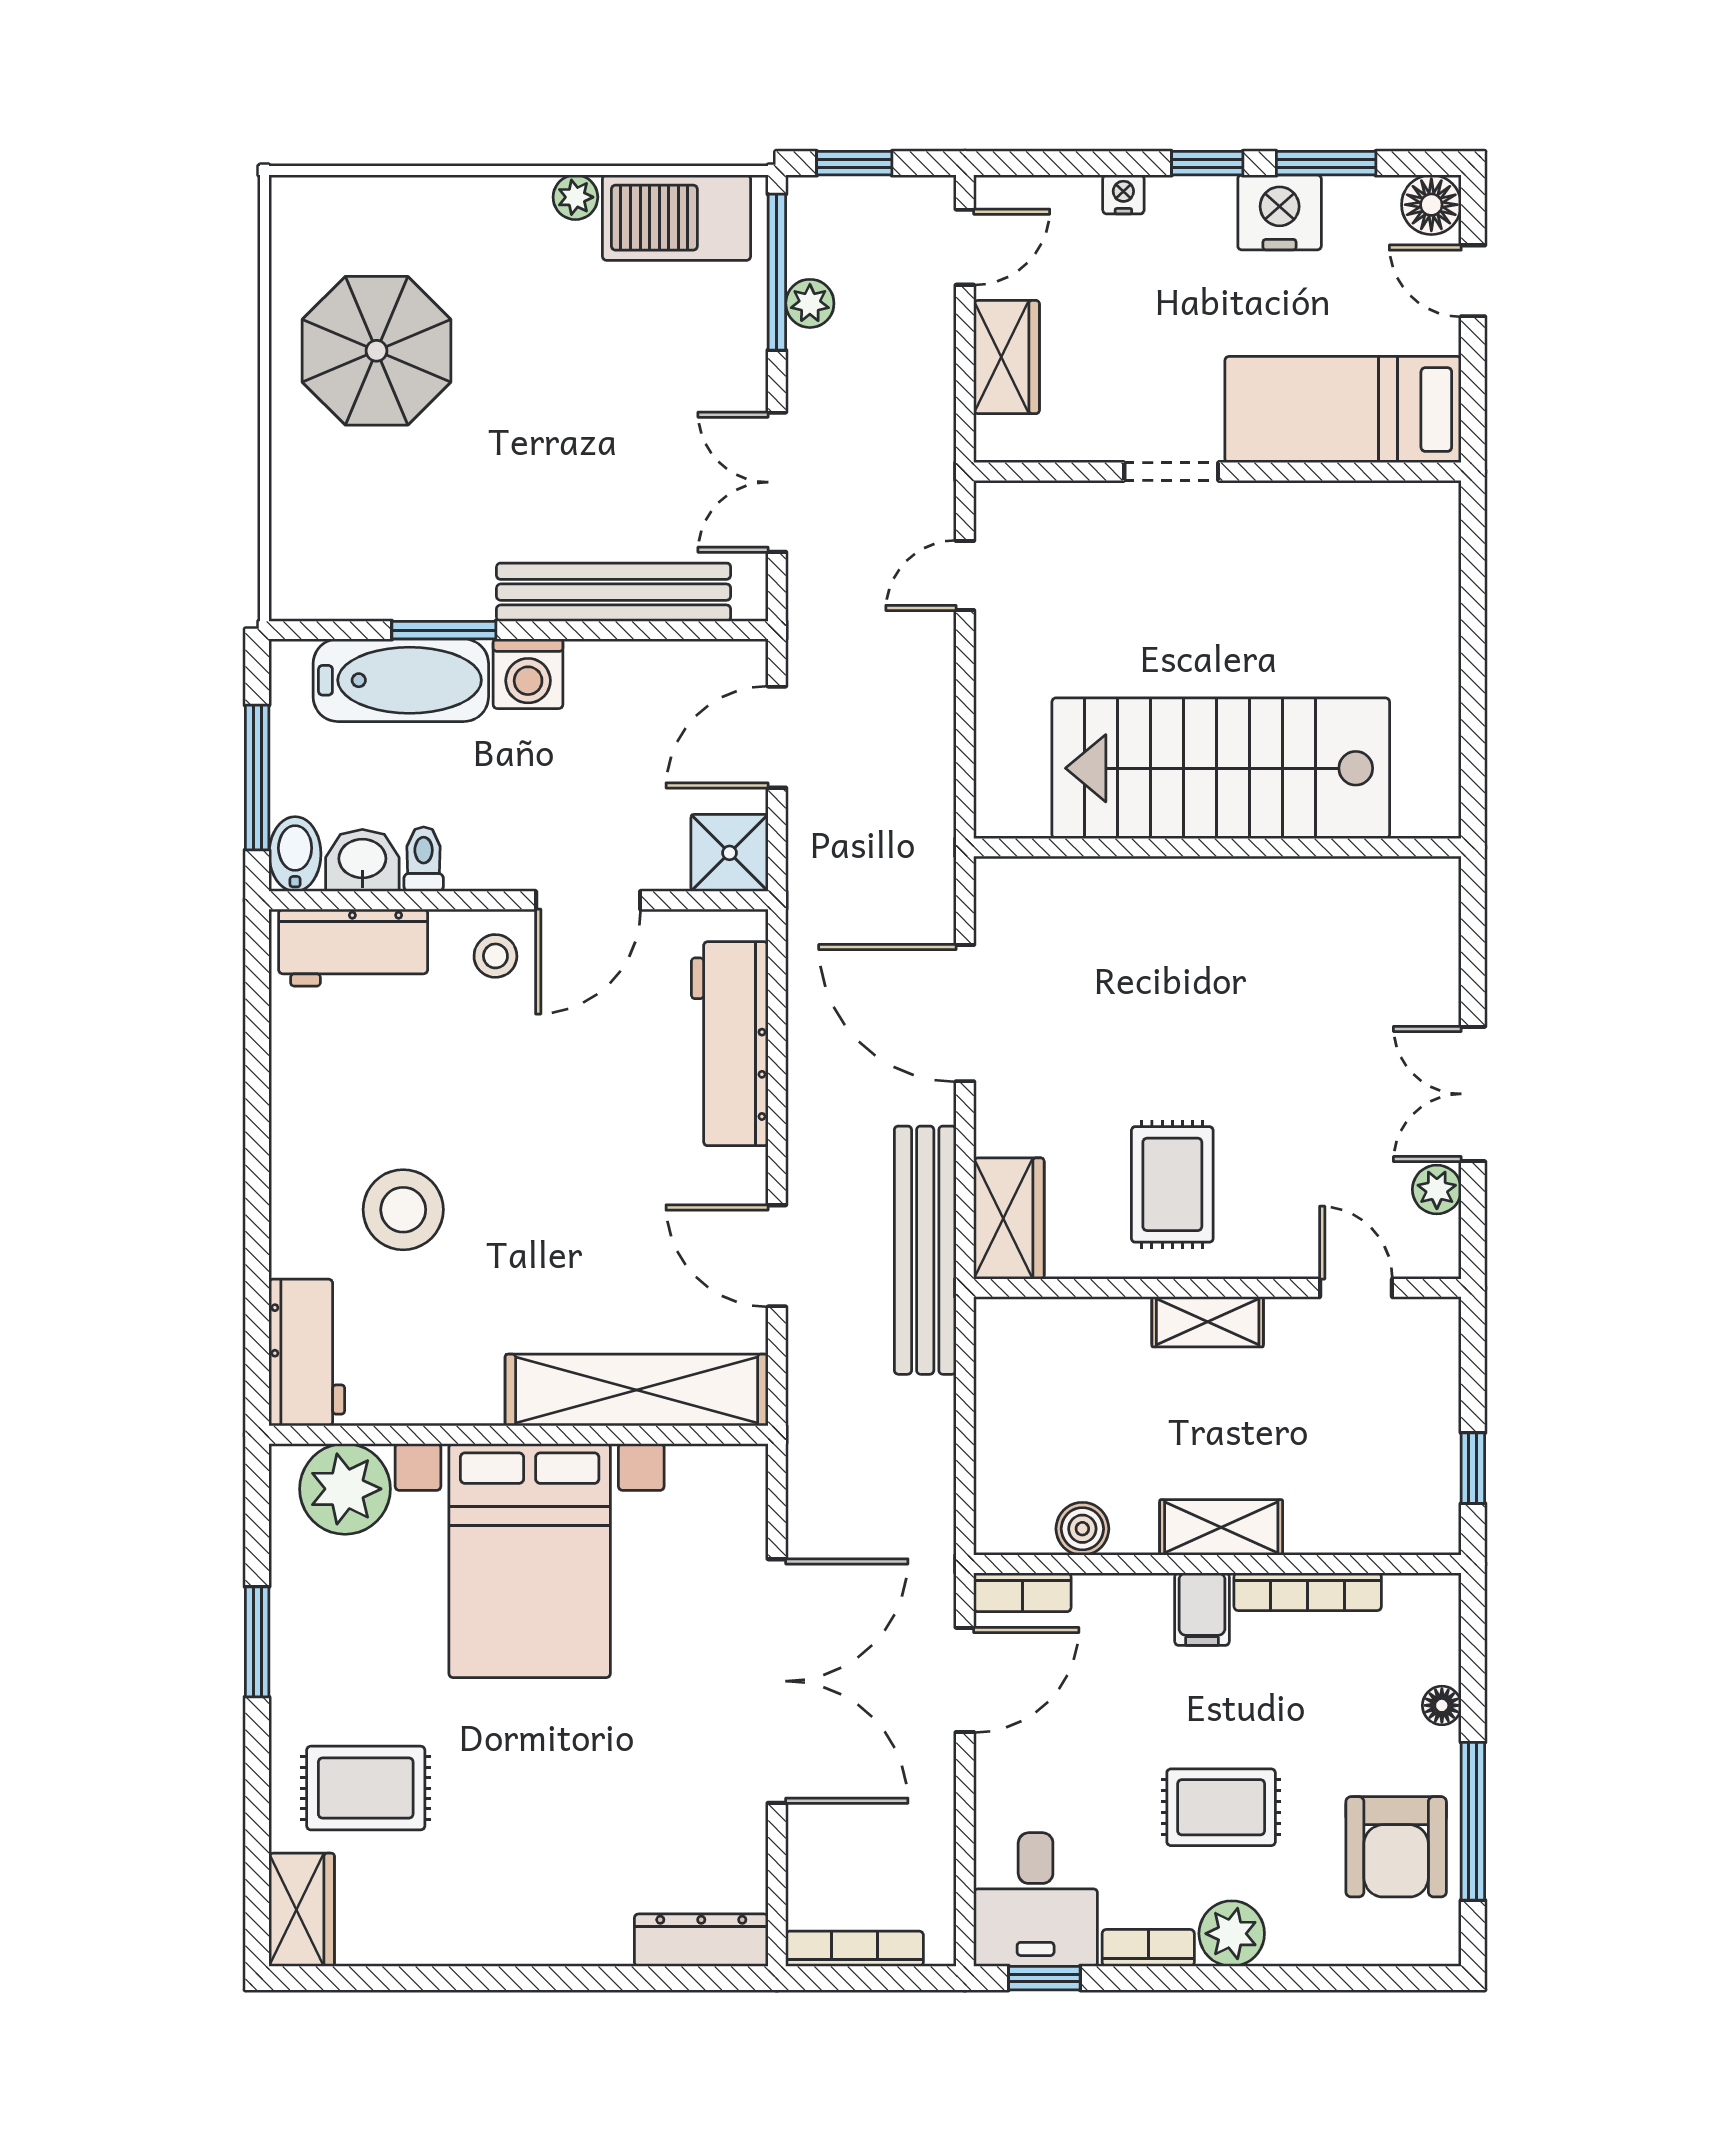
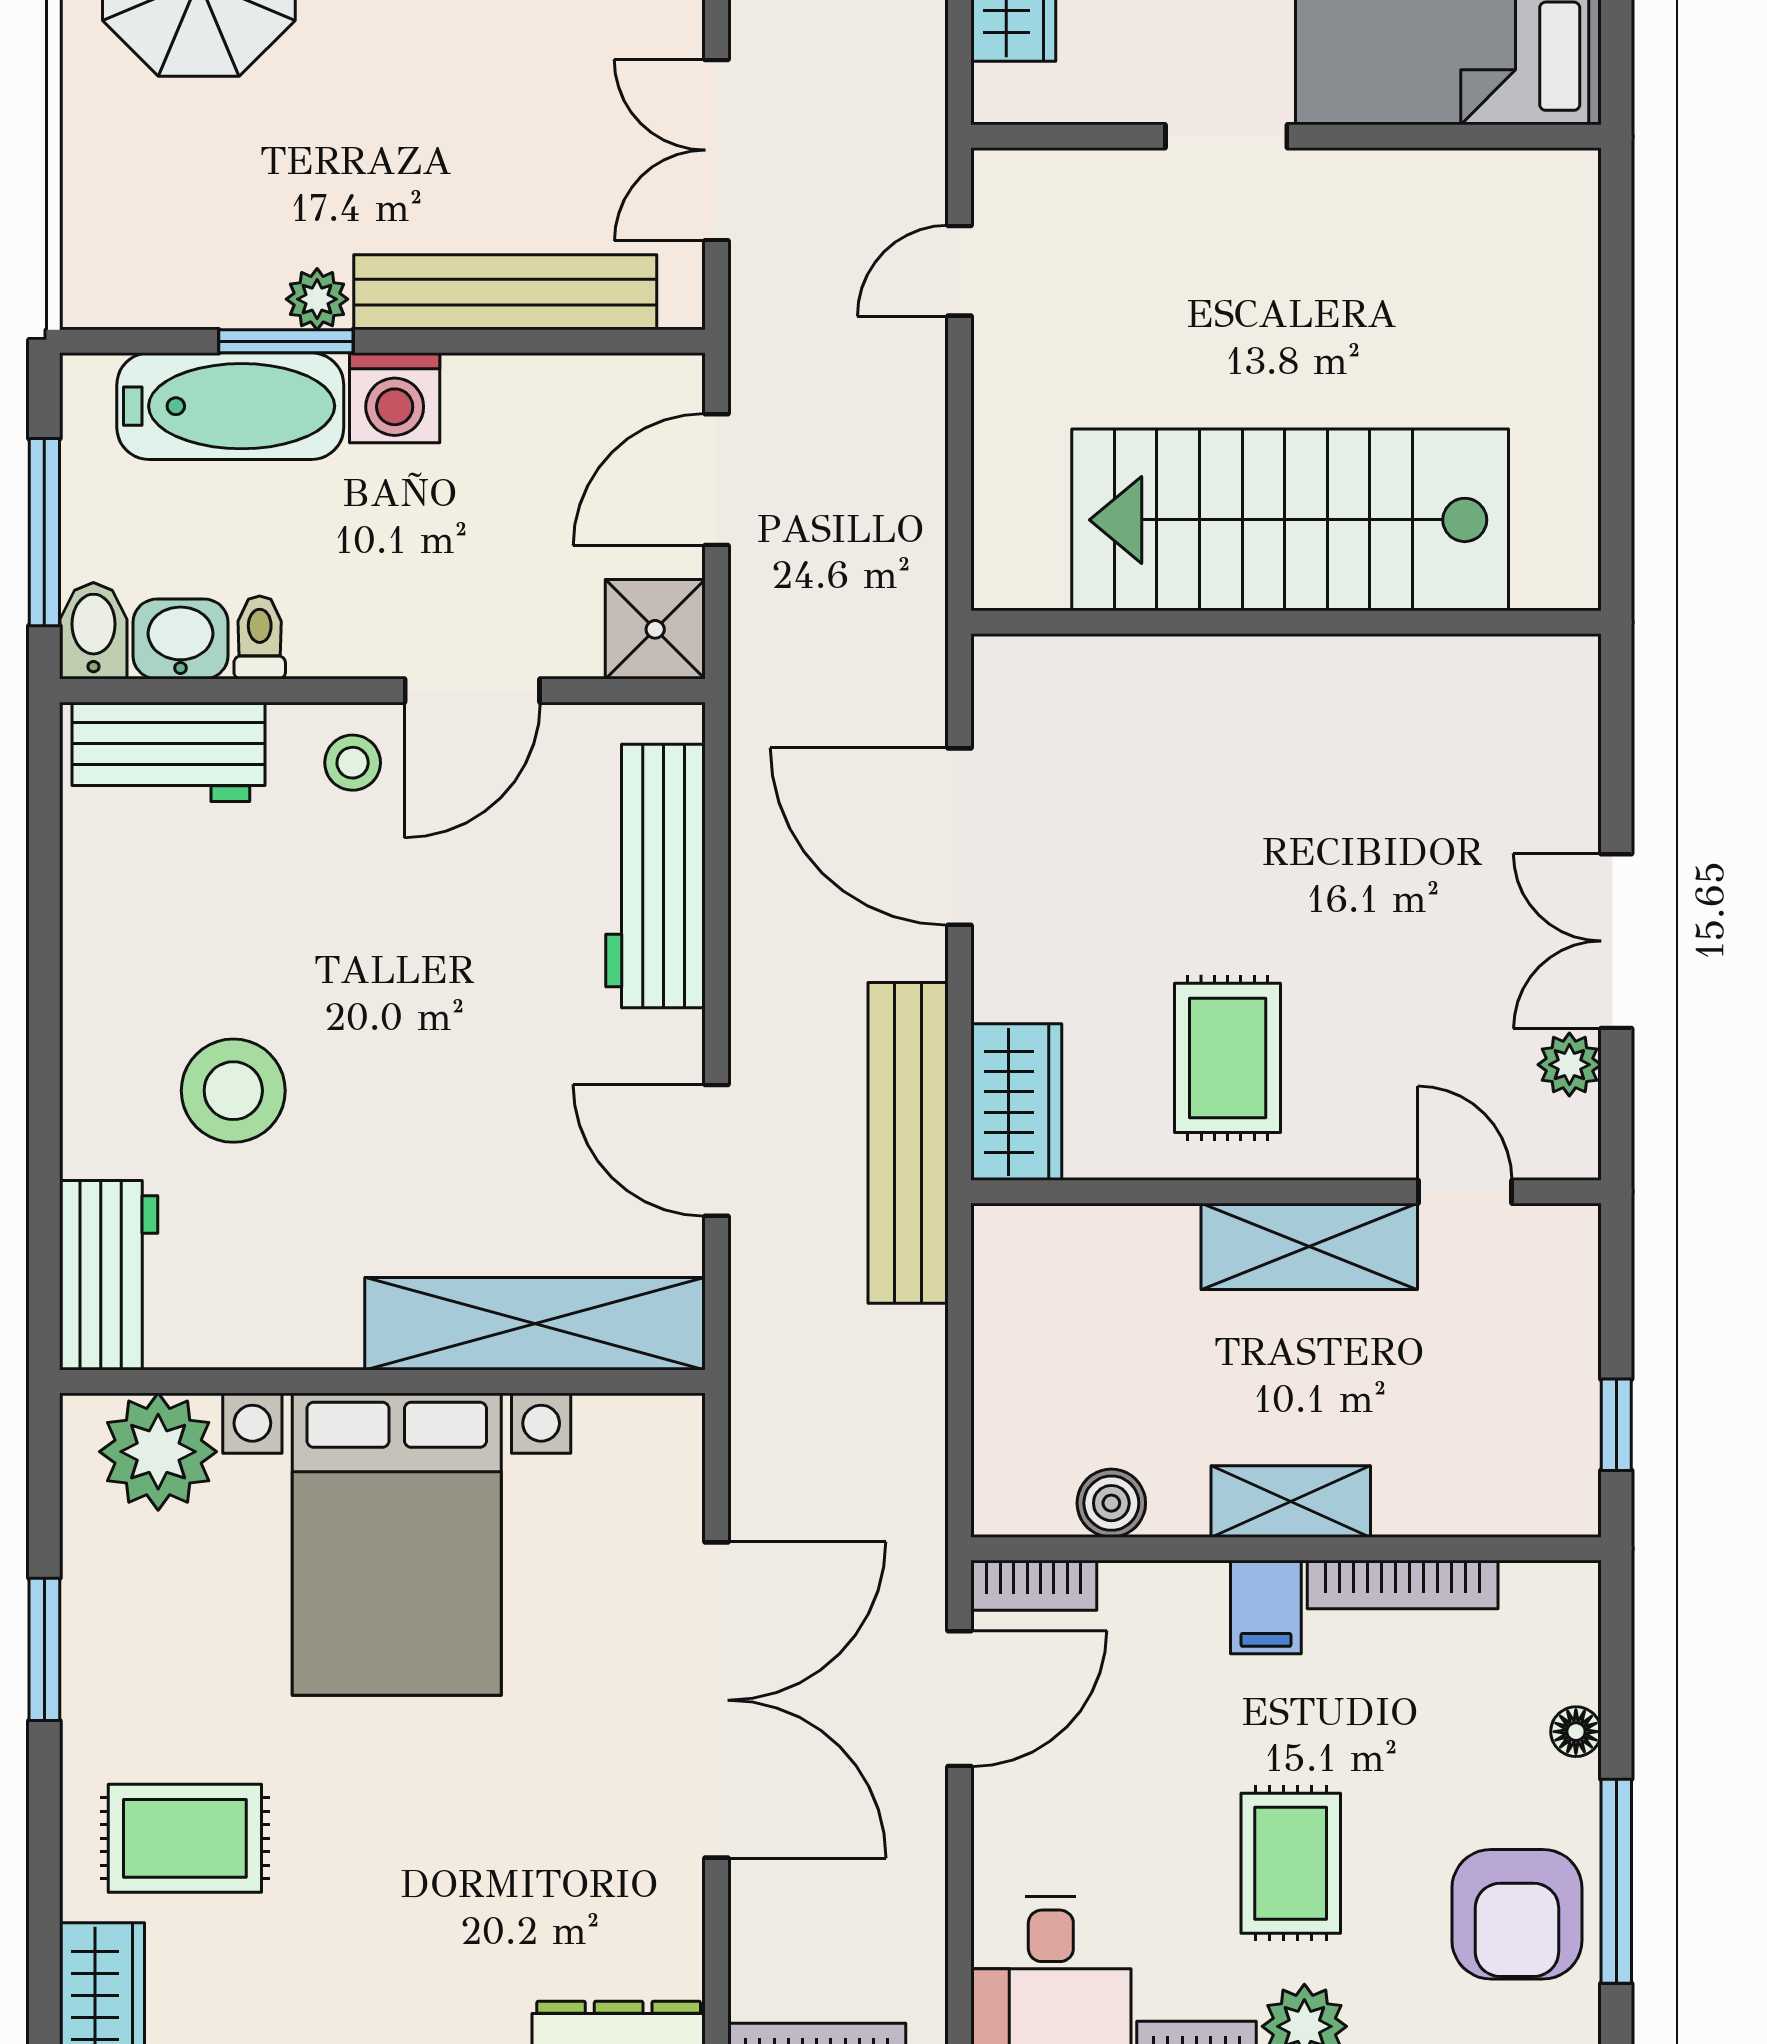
plant: (468, 597) -> (317, 299), added
shelving: (1208, 1322) -> (1309, 1246), width x1.50, depth x1.33
rug: (1221, 1807) -> (1291, 1863), turned 90

